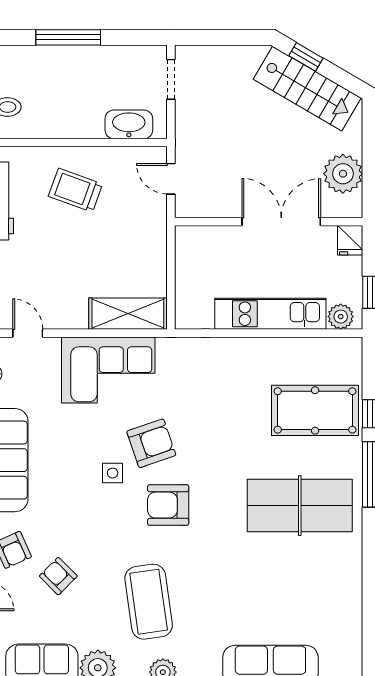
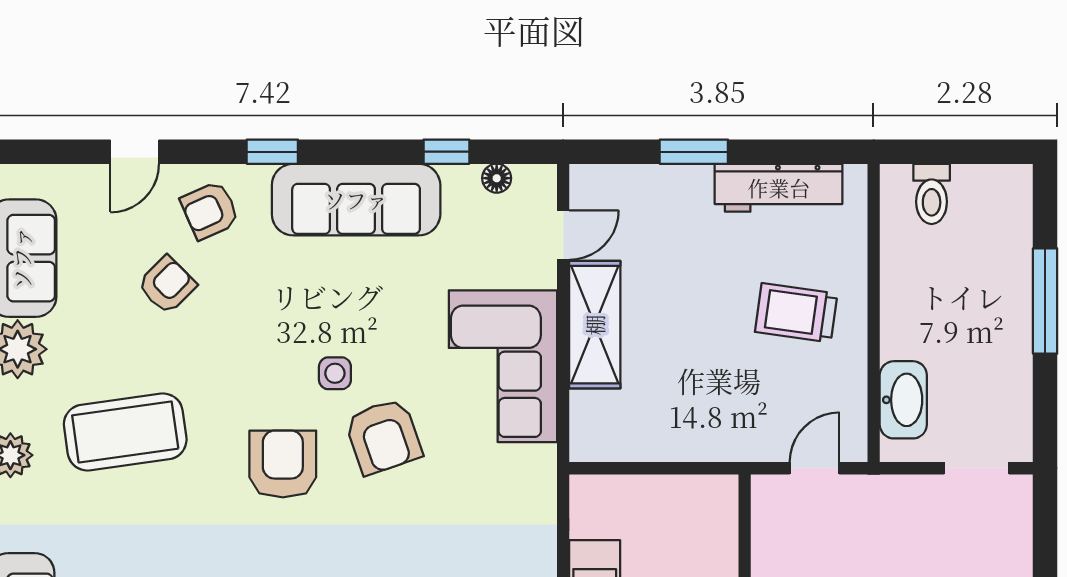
trolley: (75, 190) -> (796, 313), turned -102
shelving: (128, 314) -> (595, 325), moved

